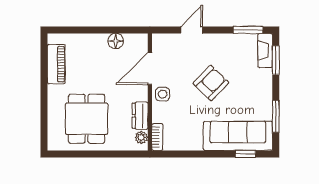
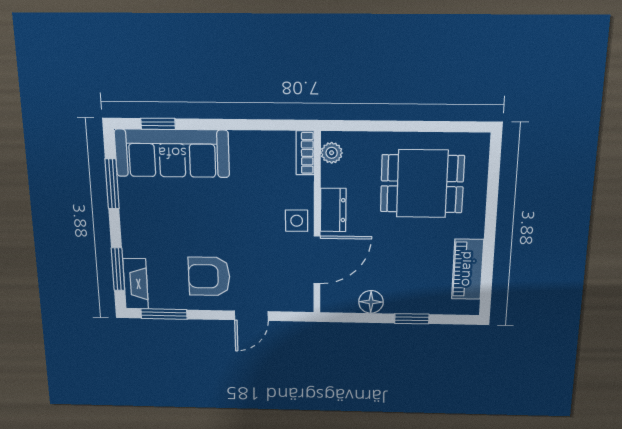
window: (90, 30) -> (412, 319), added
armchair: (211, 83) -> (209, 276), moved, turned 46
dresser: (140, 116) -> (333, 210), moved
dining table: (87, 119) -> (422, 184), turned 90

